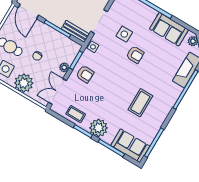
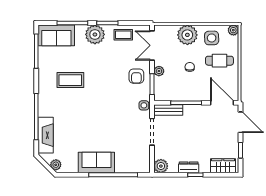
sofa: (169, 29) -> (96, 163), moved
side table: (124, 34) -> (122, 134), removed
armchair: (135, 55) -> (101, 121), removed
armchair: (85, 74) -> (136, 76), turned -92
double door: (57, 91) -> (152, 45), swing flipped
coffee table: (140, 103) -> (70, 80), turned 90

